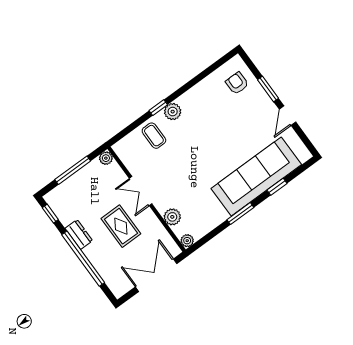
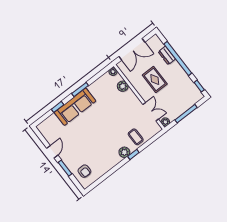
sofa: (256, 177) -> (75, 107), width x0.74, depth x0.79
double door: (141, 191) -> (151, 112), moved
dresser: (79, 234) -> (167, 55), moved

